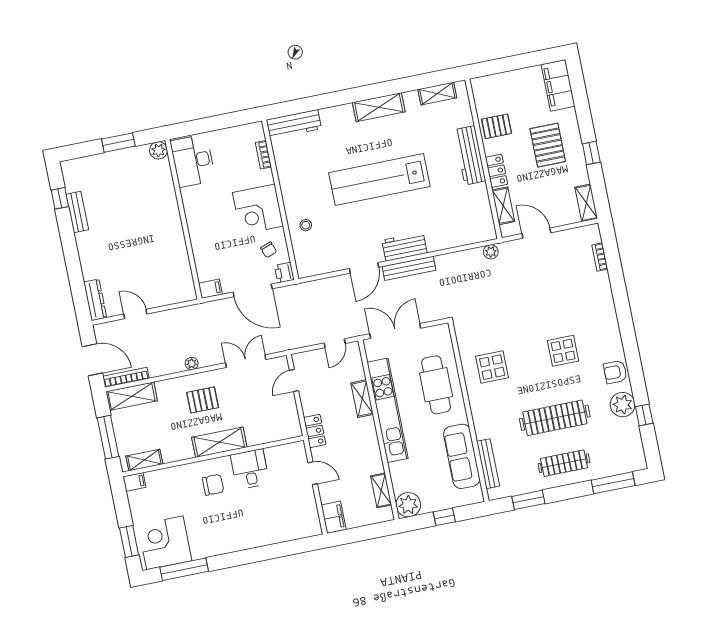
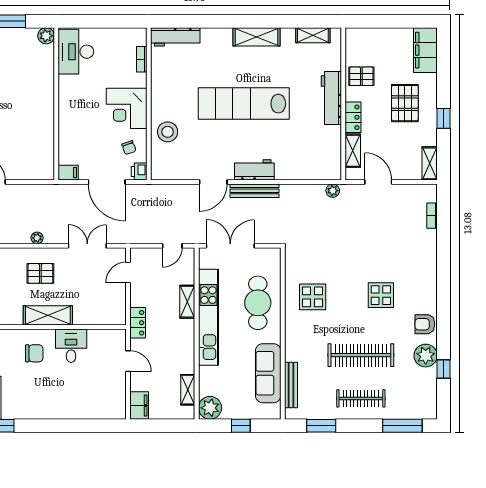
stool: (306, 225) -> (168, 132), width x1.89, depth x1.89

